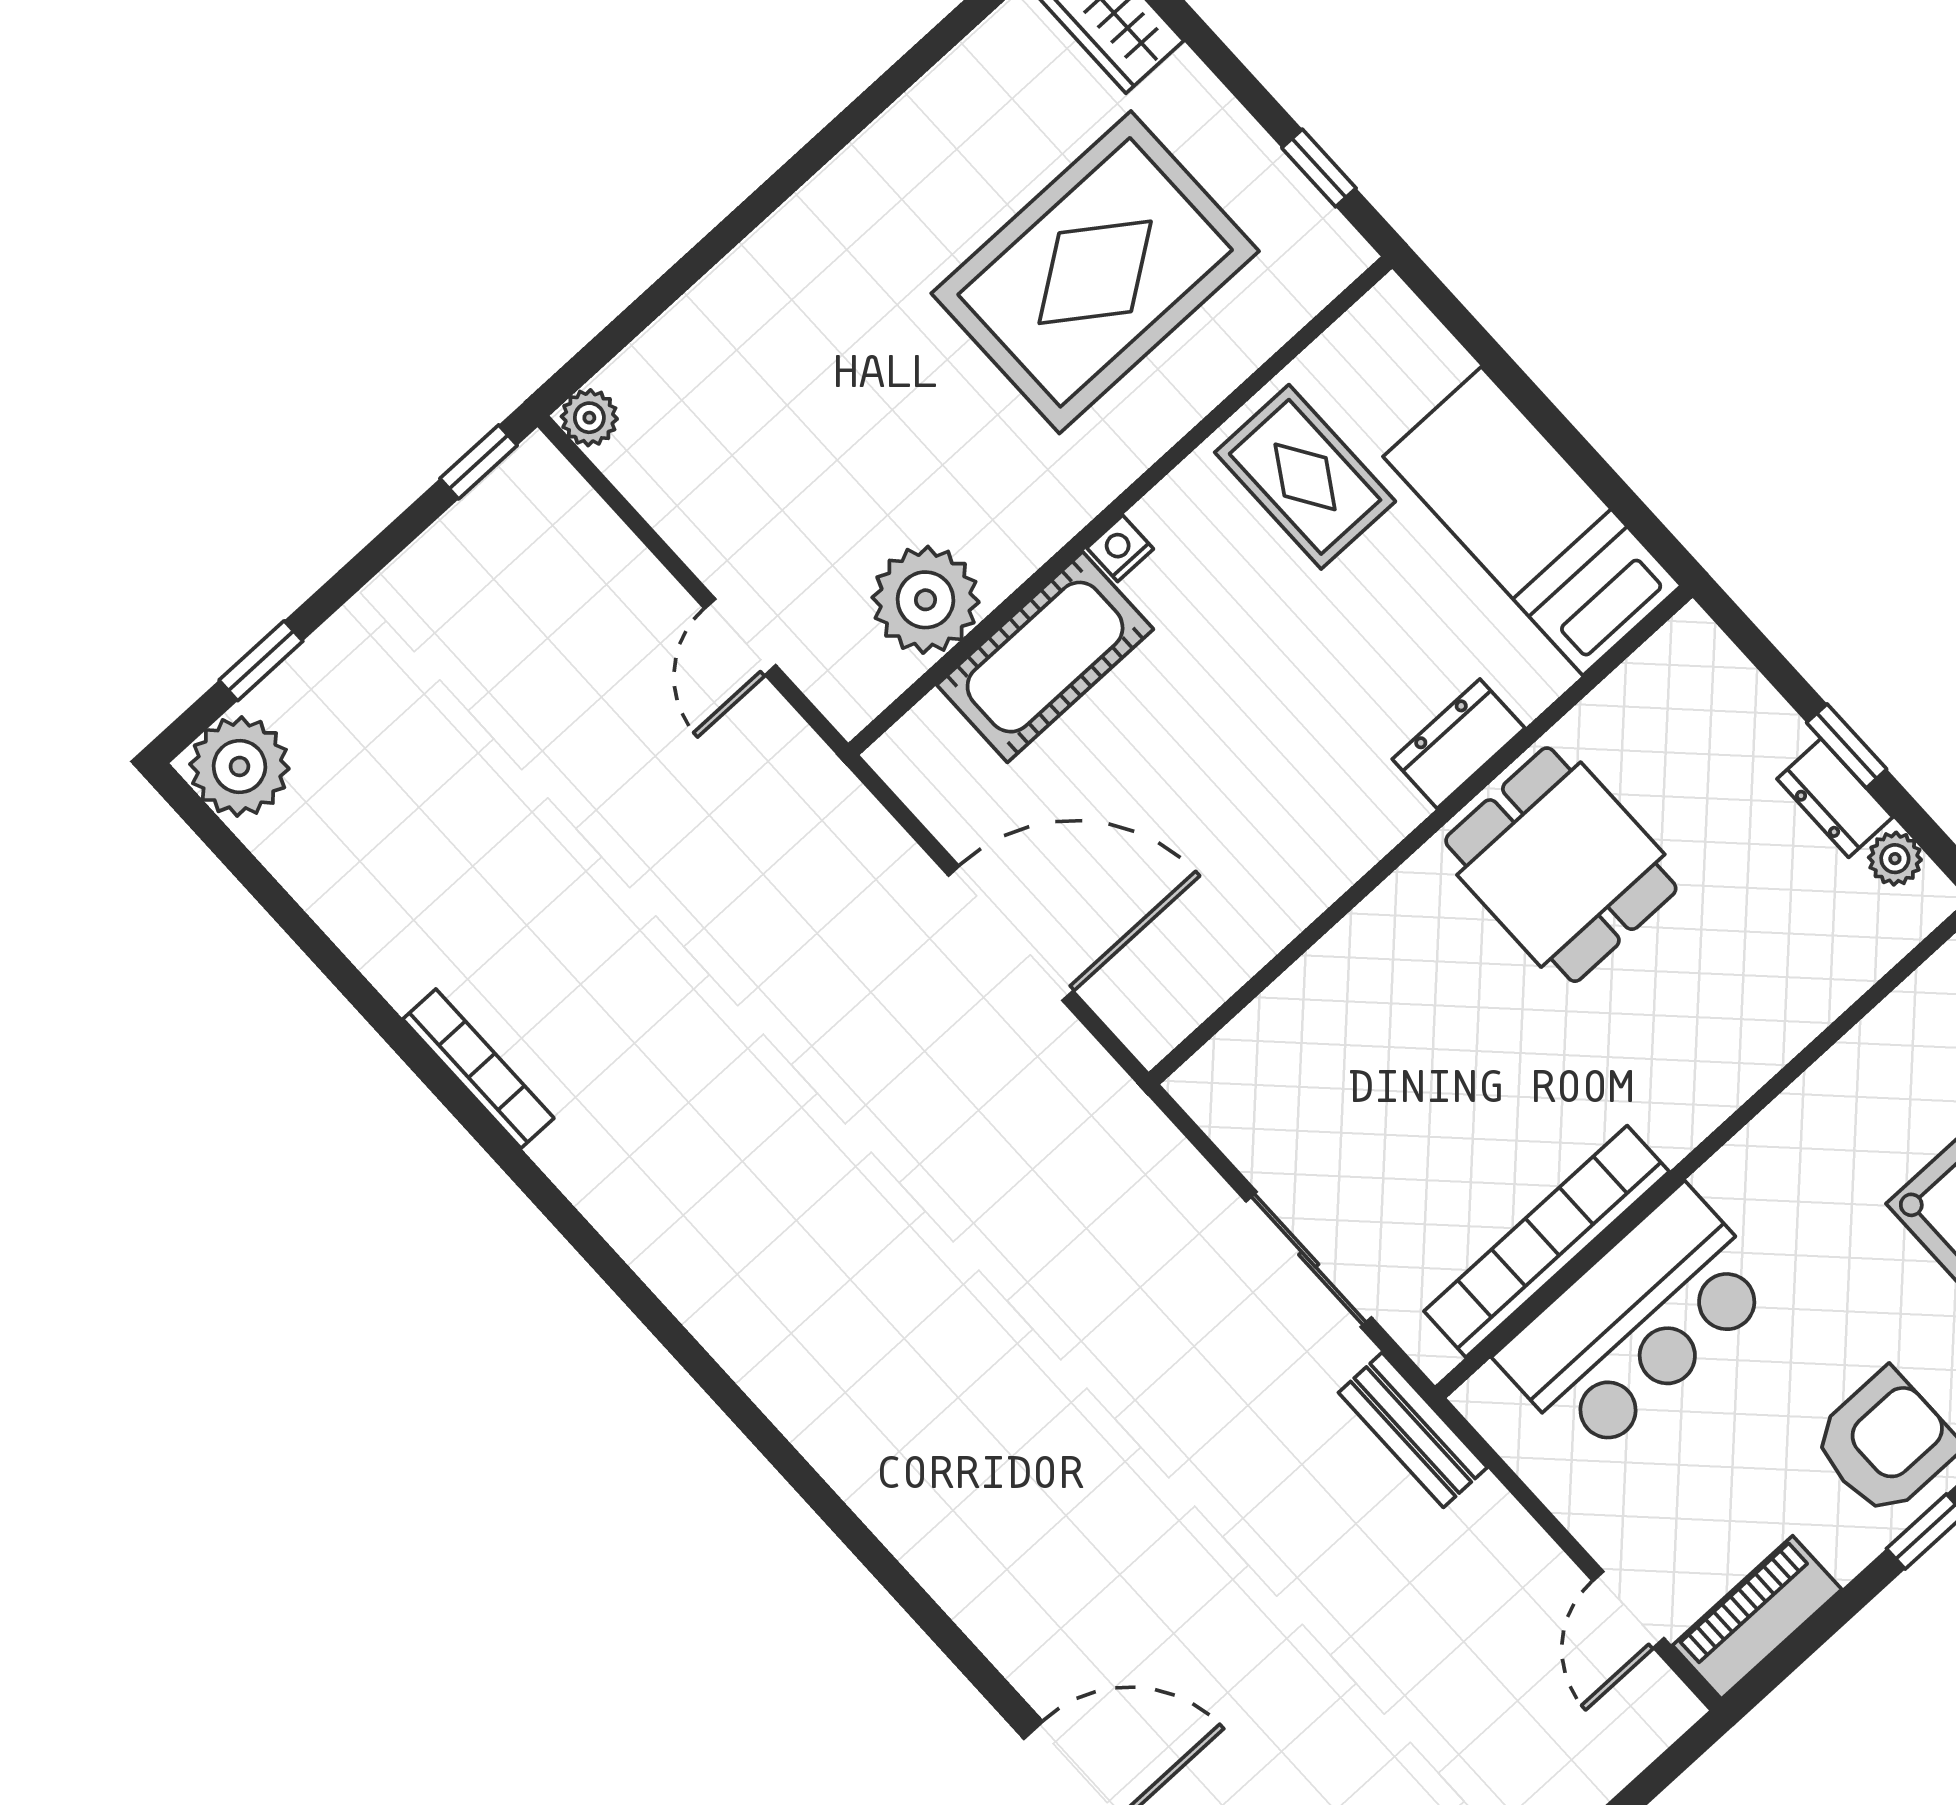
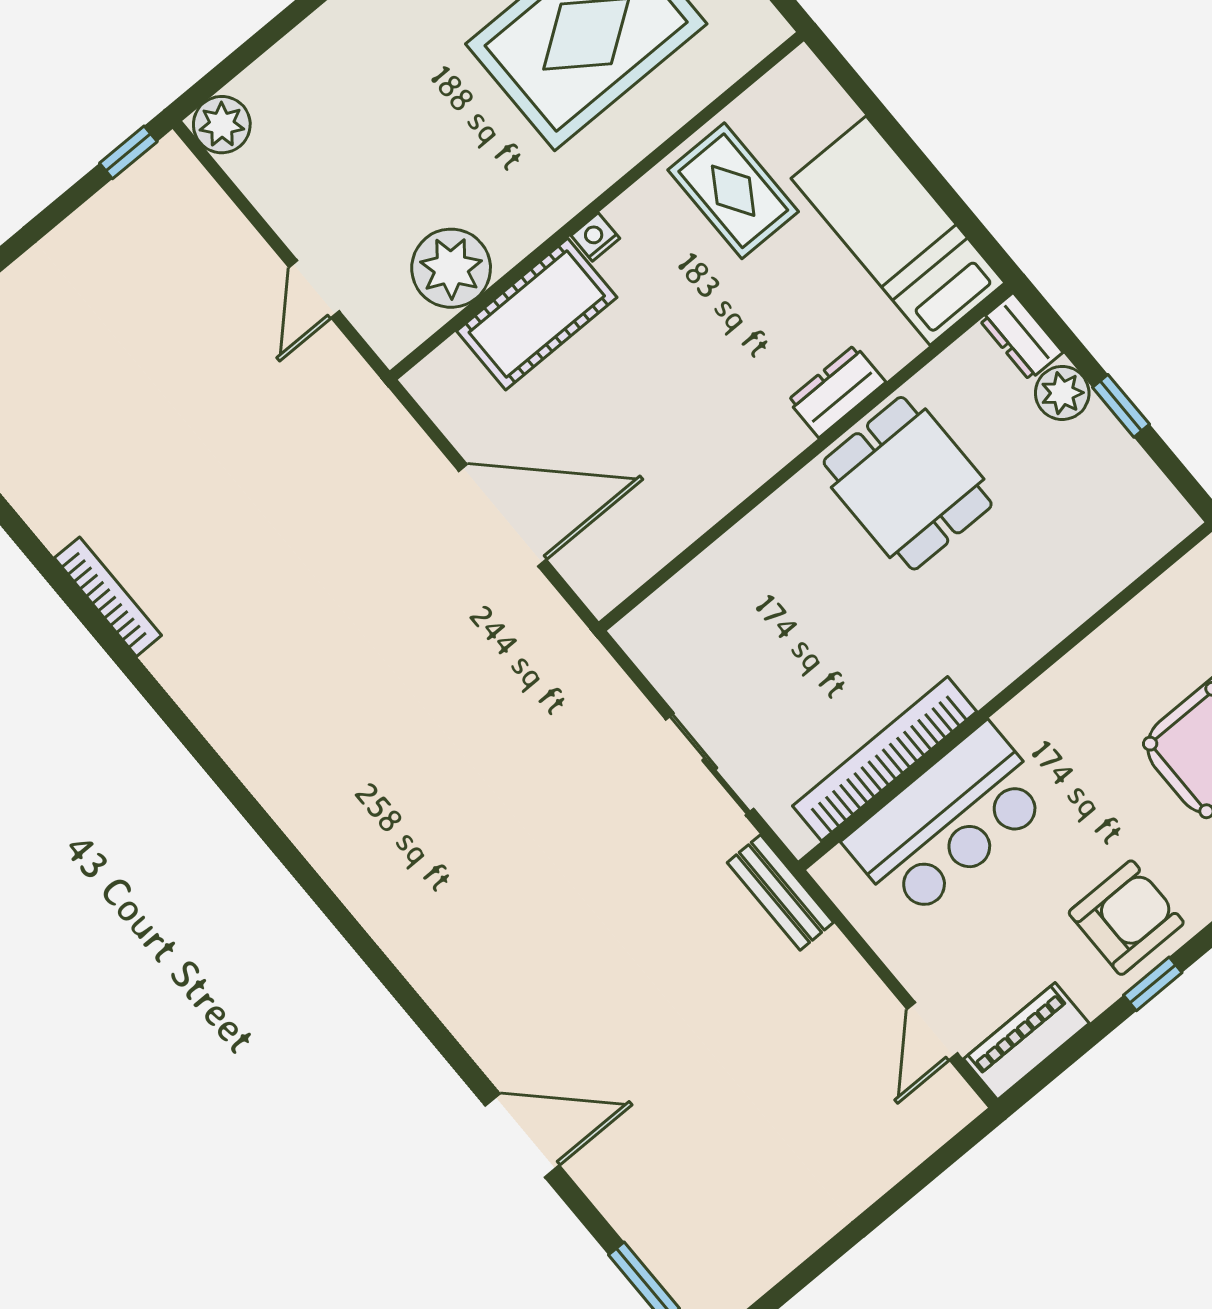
plant: (589, 418) -> (222, 125), width x1.38, depth x1.38
dresser: (1835, 798) -> (1021, 336), moved
plant: (1895, 859) -> (1062, 393), moved, width x1.38, depth x1.38

